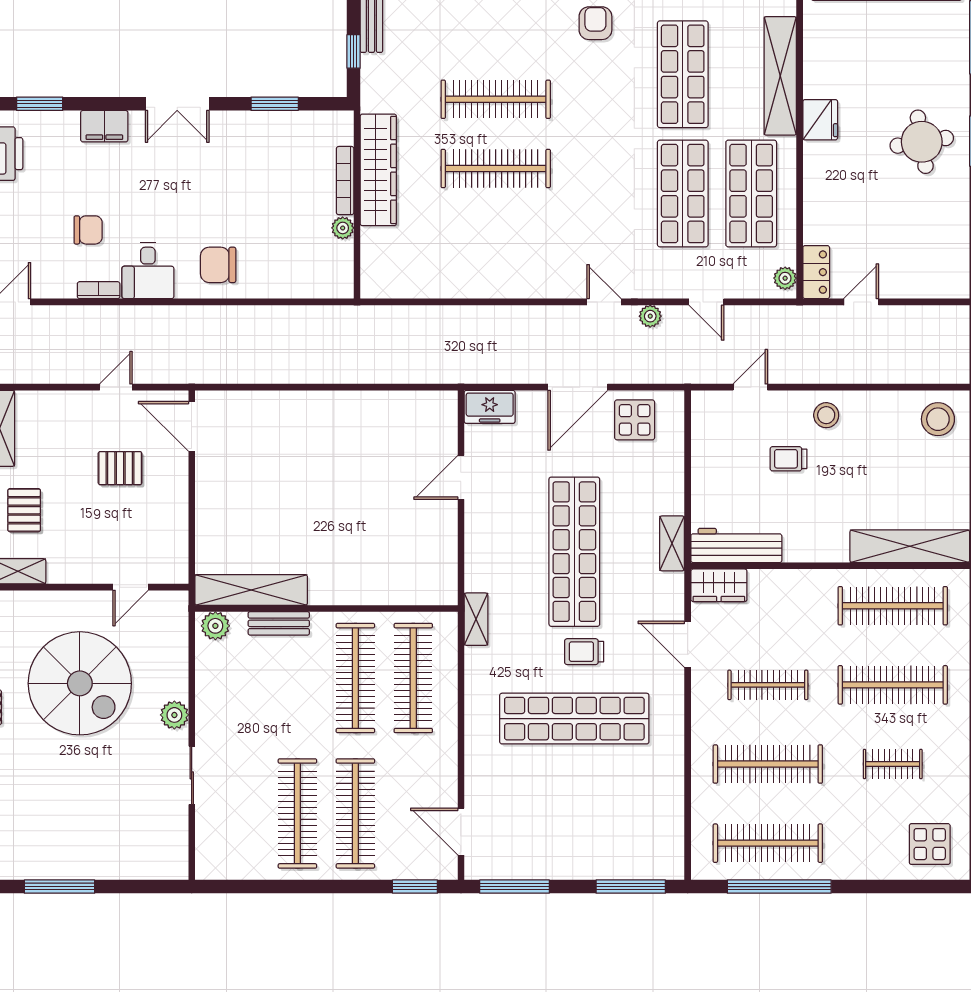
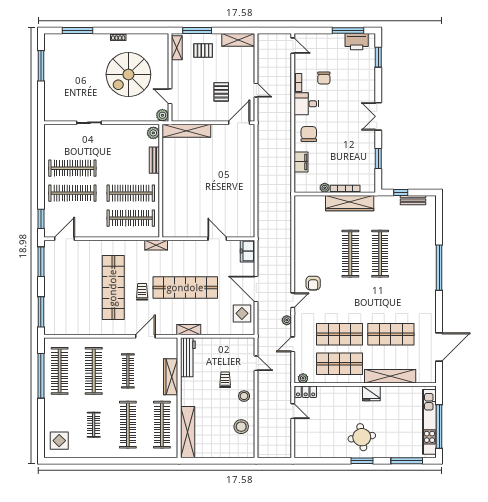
armchair: (595, 23) -> (313, 283), moved, turned 90
filing cabinet: (104, 126) -> (301, 162), moved, turned 180
stool: (938, 419) -> (241, 427), moved
wardrobe: (719, 585) -> (171, 377), moved, width x1.50
shelving: (251, 590) -> (186, 131), moved, turned 90
plant: (174, 715) -> (162, 115), moved

